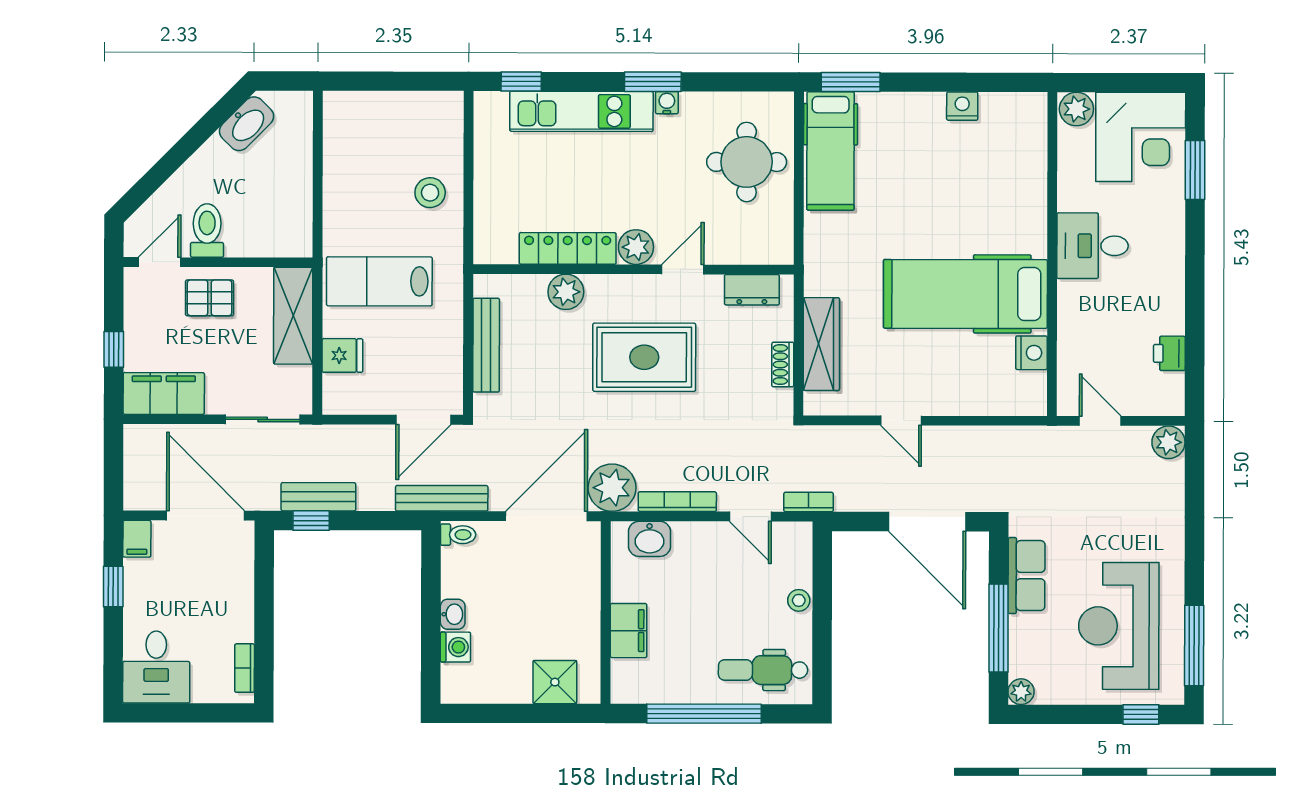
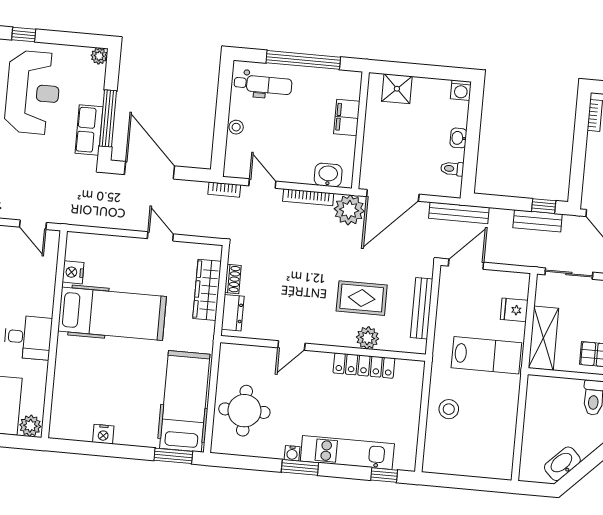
hospital bed: (830, 151) -> (185, 401), width x1.37, depth x1.29
plant: (636, 247) -> (320, 363), removed
dresser: (752, 290) -> (233, 313), moved, turned 90
rug: (644, 357) -> (362, 298), moved, width x0.73, depth x0.70
toilet: (458, 535) -> (452, 169), moved
window: (999, 628) -> (108, 118), moved
washing machine: (455, 647) -> (461, 90), moved, turned -90

